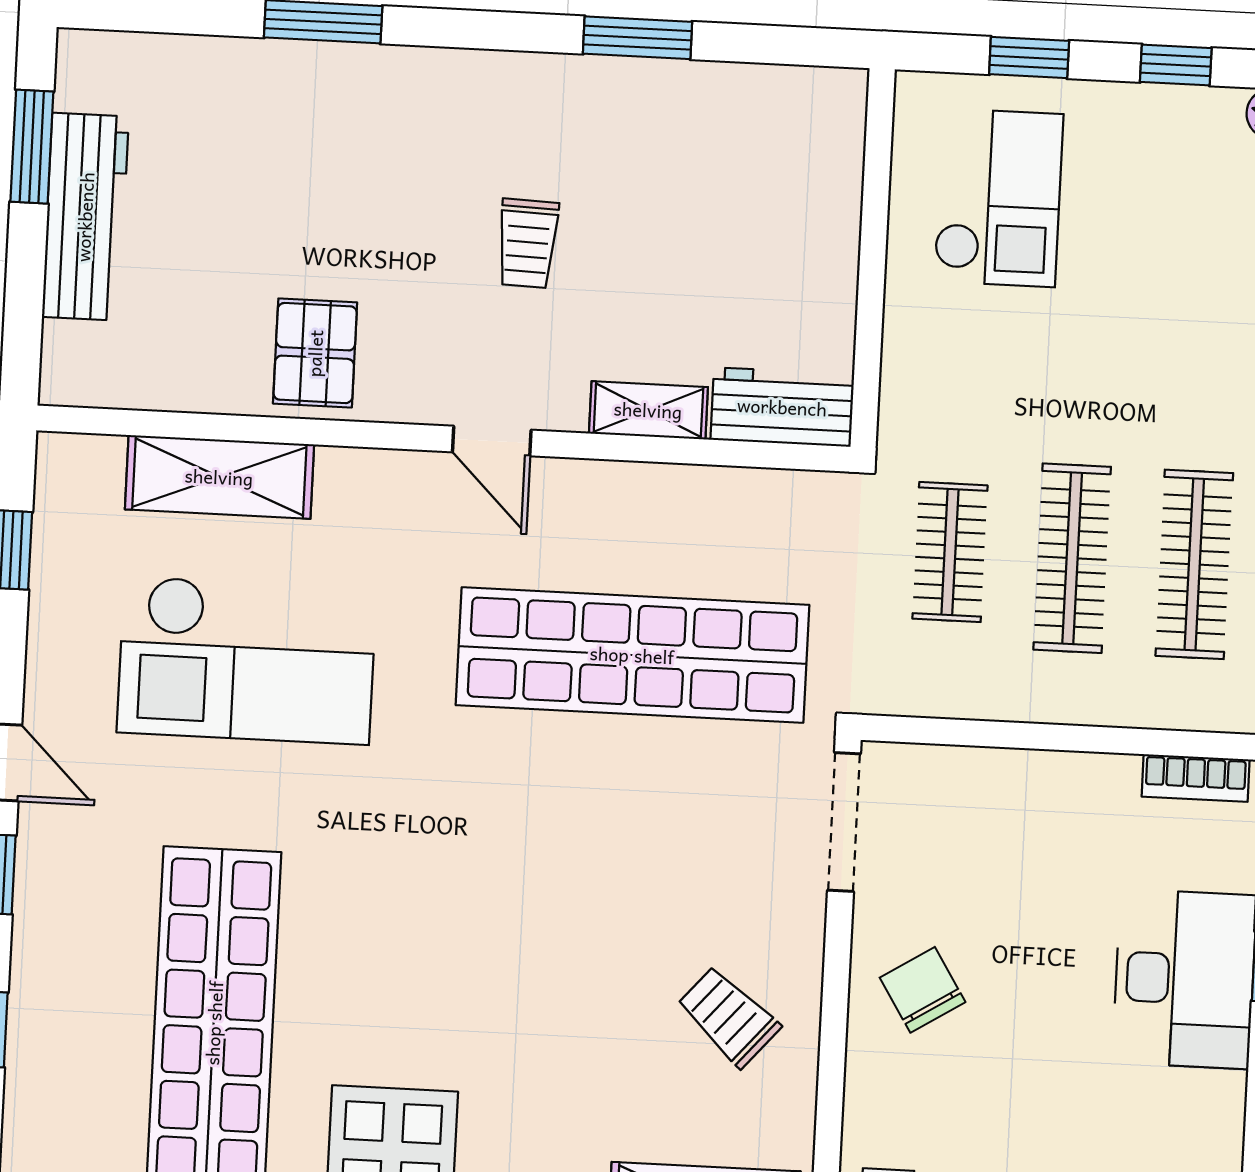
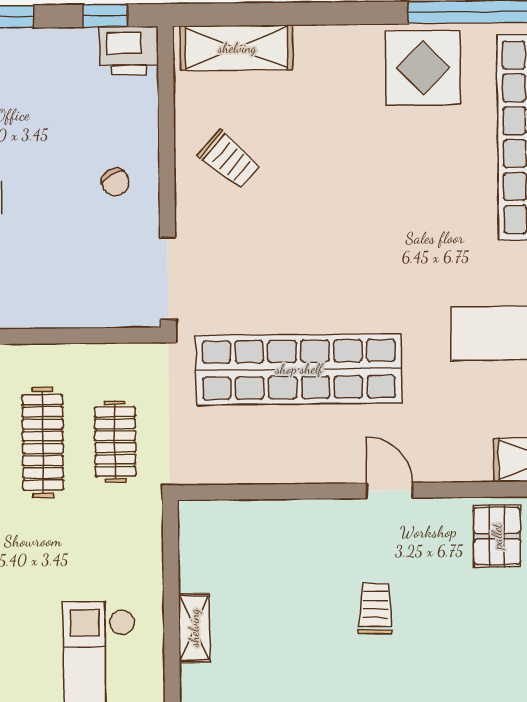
workbench: (782, 407) -> (219, 521), removed
shelving: (648, 410) -> (194, 628), moved, turned 90
chair: (923, 990) -> (116, 182), width x0.73, depth x0.73

